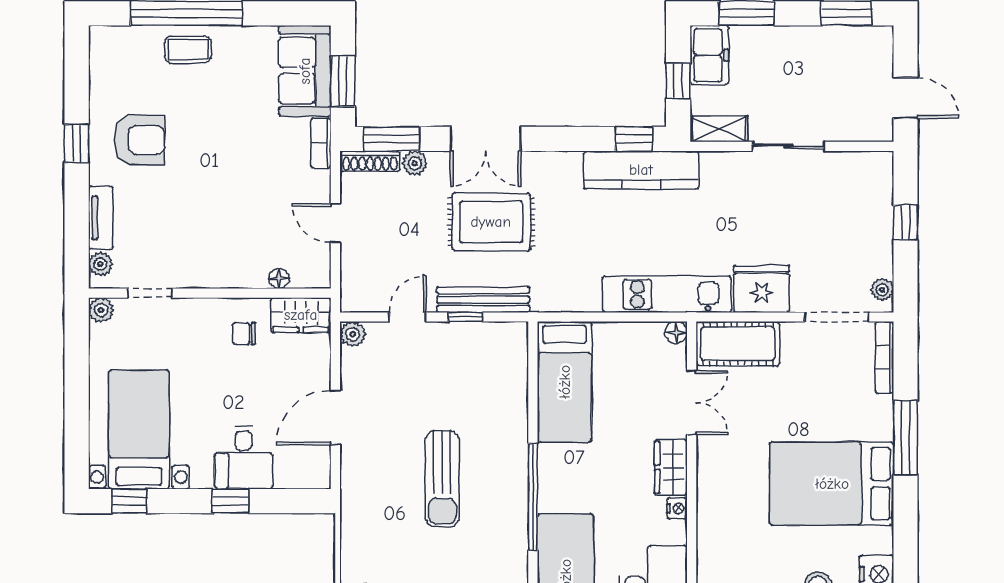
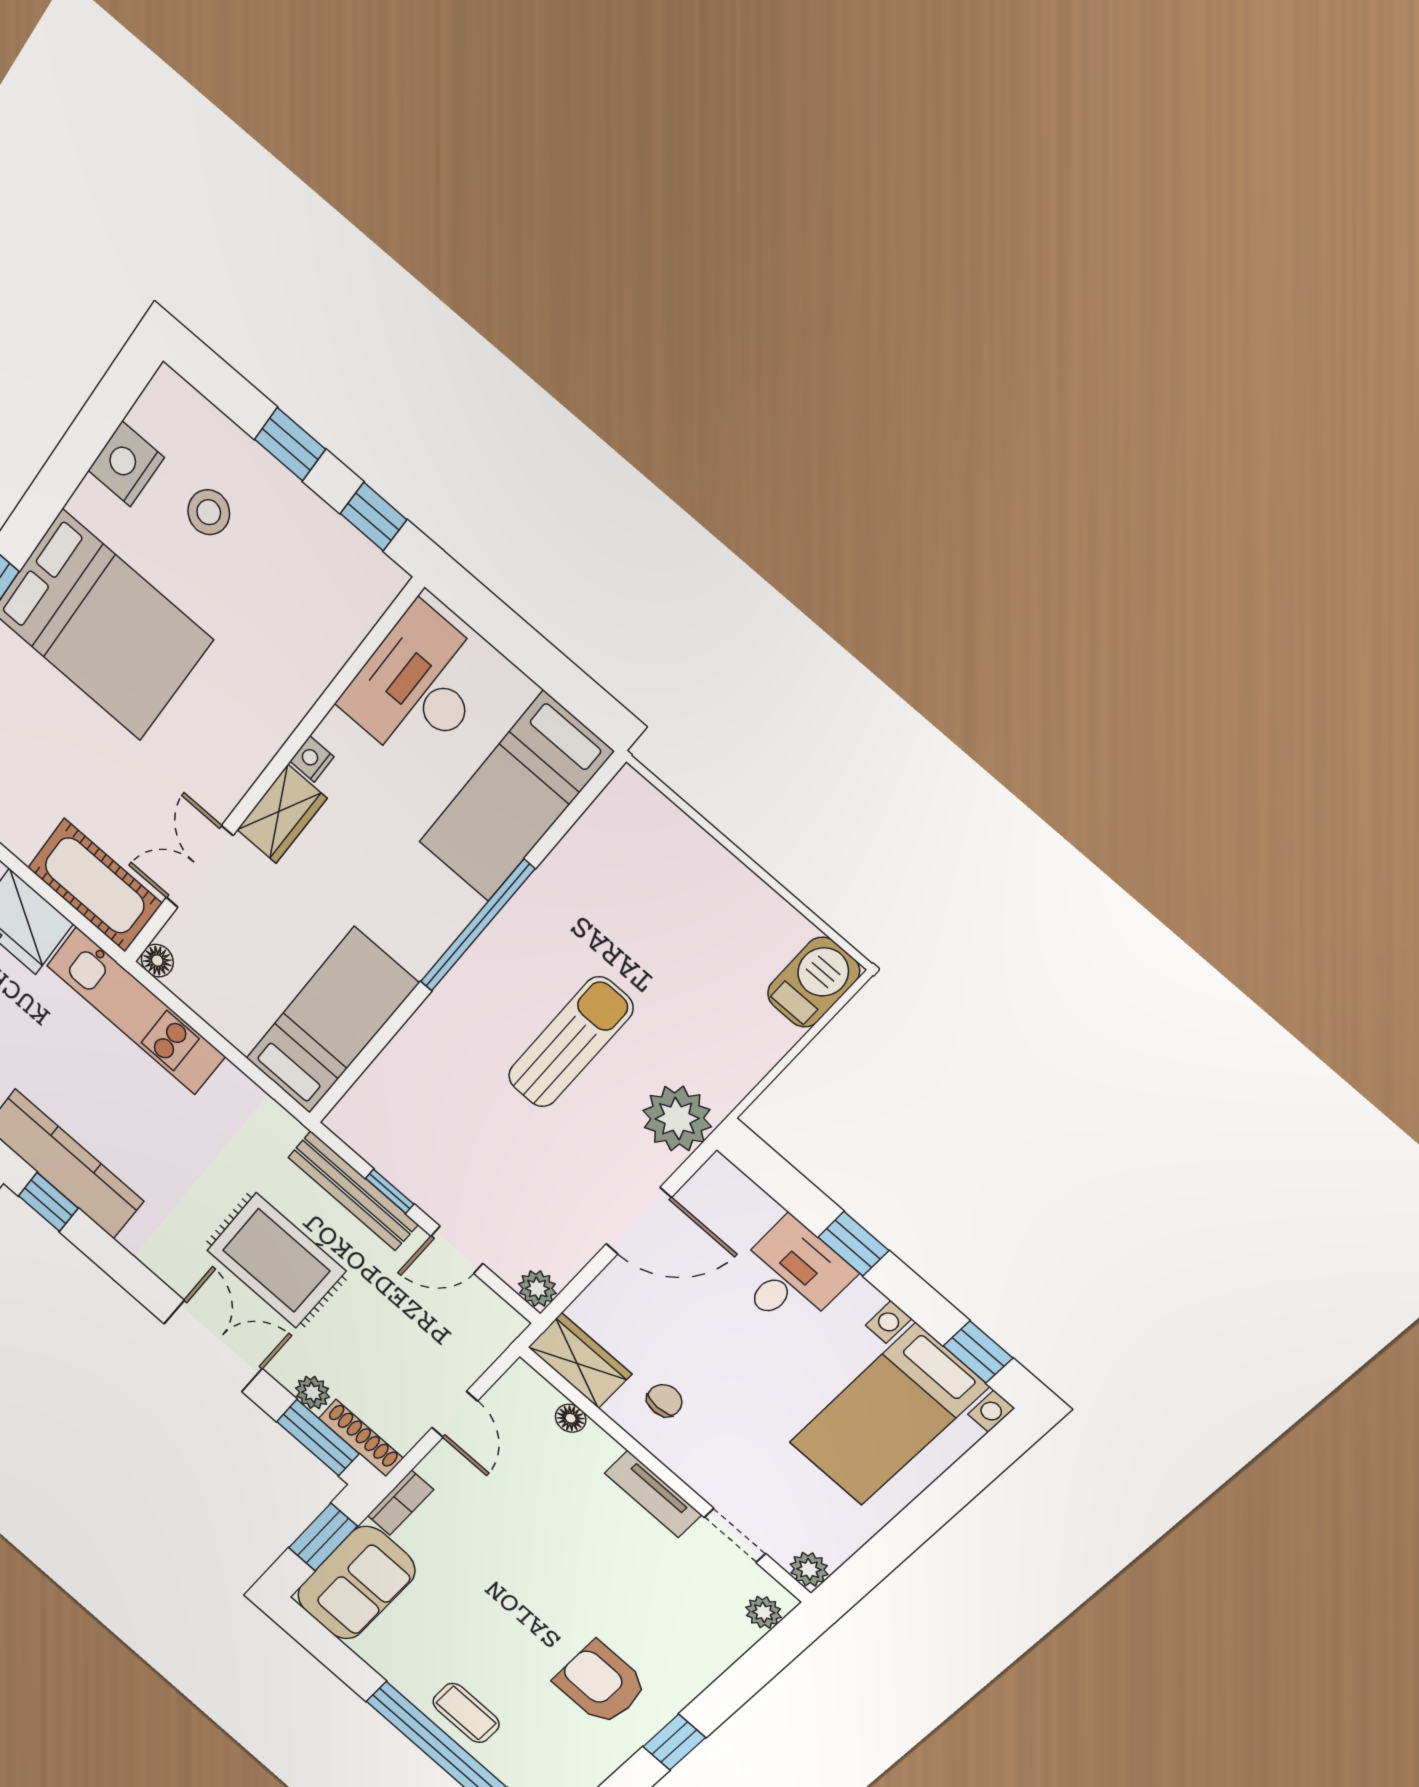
tv unit: (101, 218) -> (653, 1494), moved, turned -90
chair: (244, 334) -> (665, 1400), turned -90
plant: (362, 487) -> (677, 1119), added

